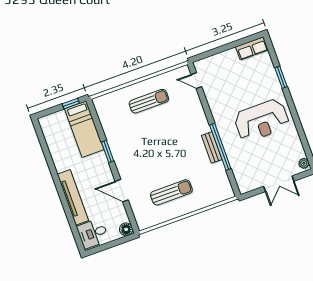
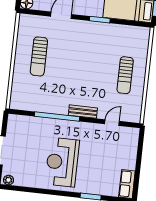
door: (196, 81) -> (112, 123), moved
bench: (212, 147) -> (83, 112), moved

